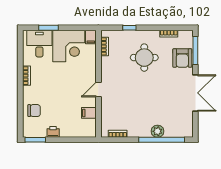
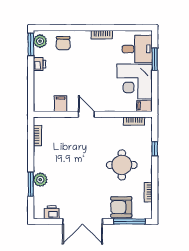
printer: (187, 121) -> (52, 212), added
plant: (32, 131) -> (40, 41), added
window: (162, 140) -> (31, 184), width x0.47

